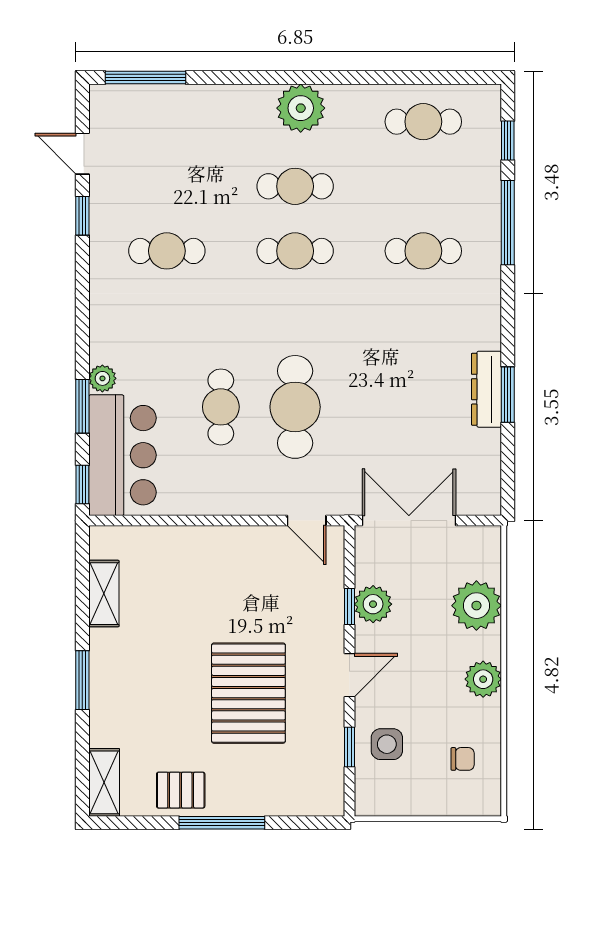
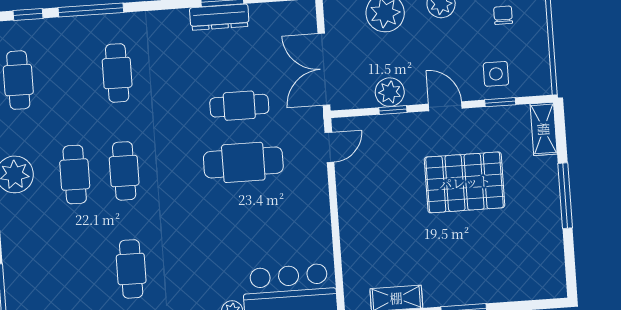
cafe table: (221, 407) -> (239, 106), moved
shelving: (104, 782) -> (544, 129), moved, turned 90
pallet: (181, 790) -> (542, 229), removed

